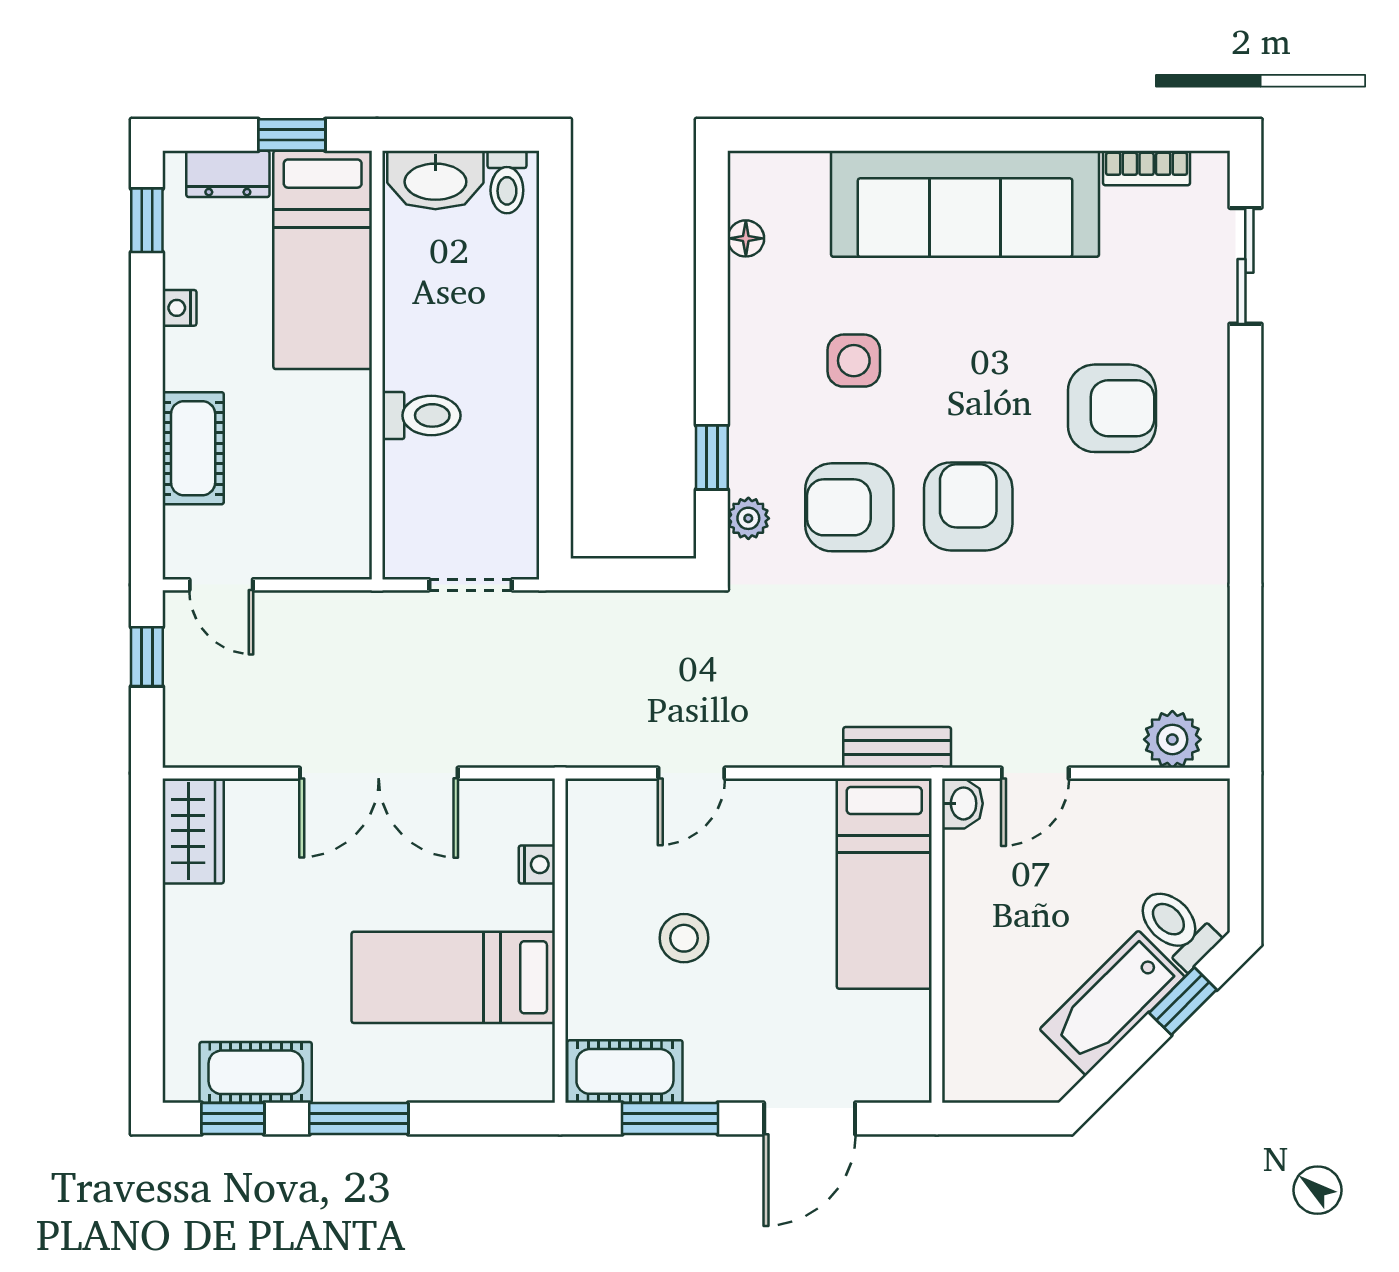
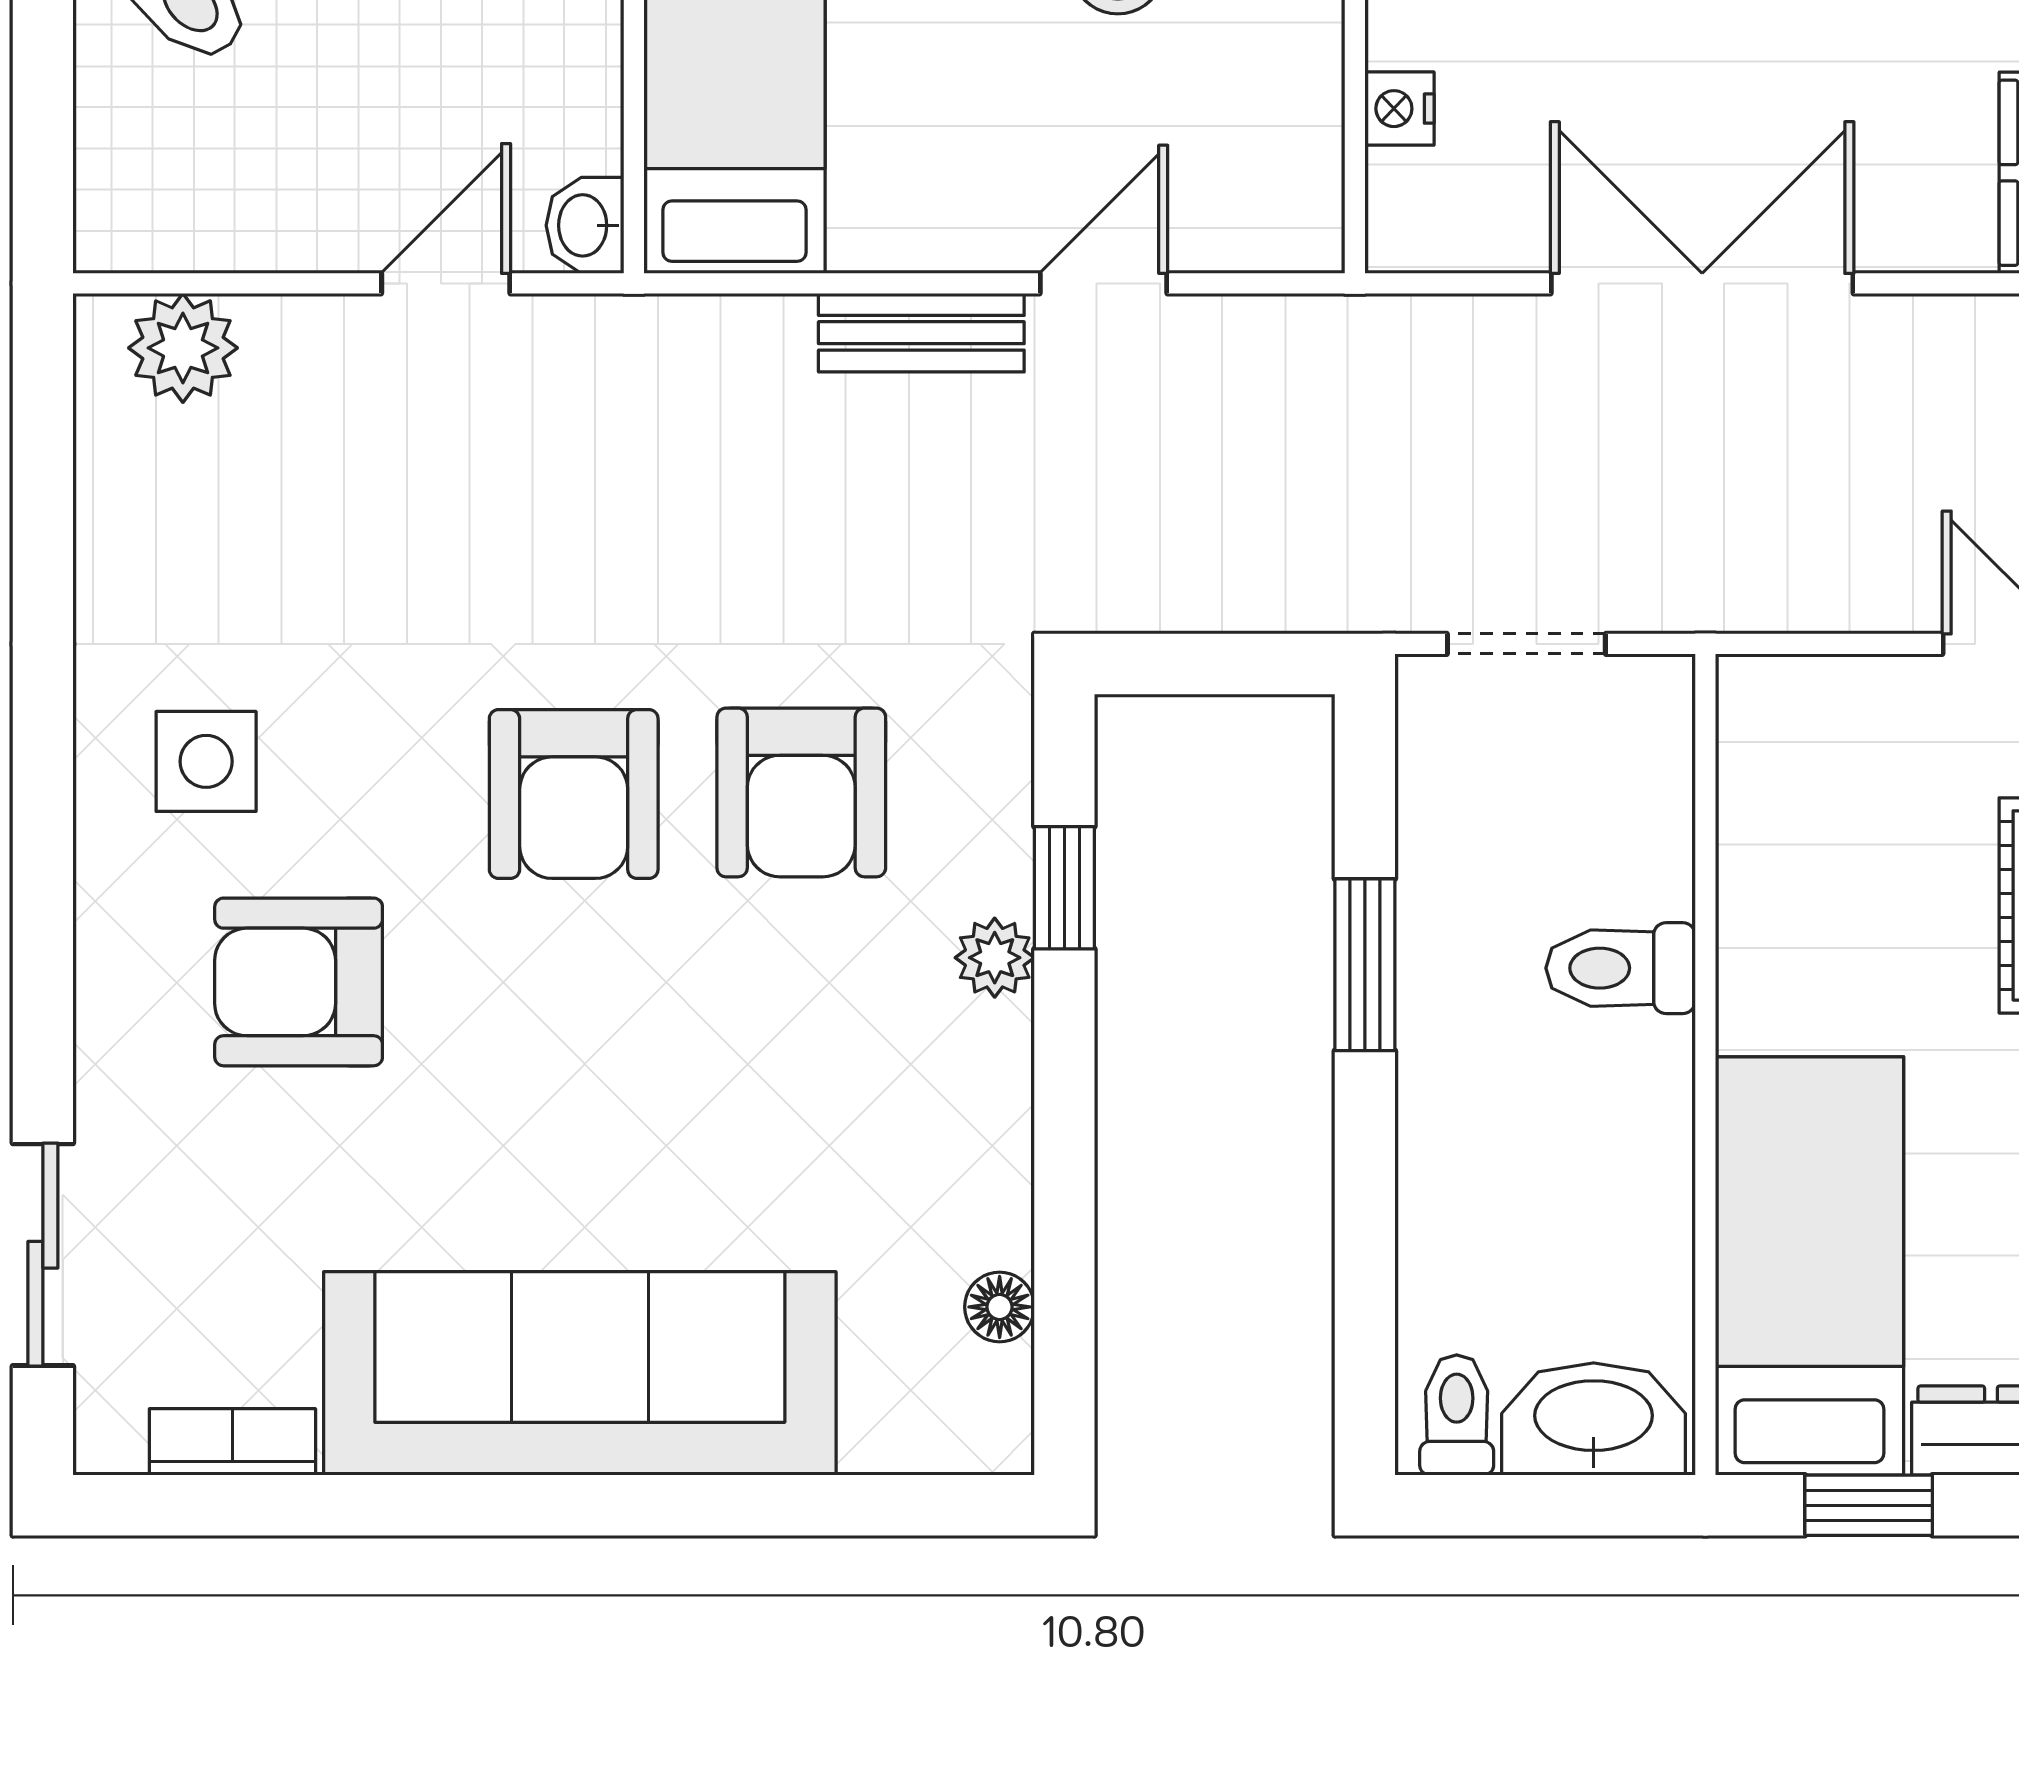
side table: (854, 361) -> (206, 761), moved
window: (555, 417) -> (1365, 965), added
armchair: (849, 507) -> (801, 792), turned 90
plant: (748, 518) -> (995, 958), moved
bench: (897, 747) -> (921, 333), moved

